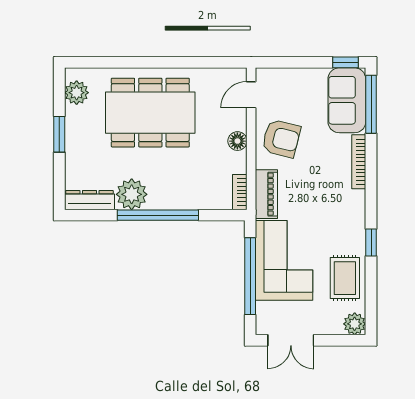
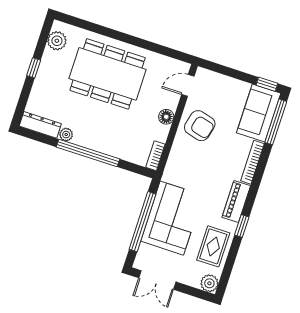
window: (59, 134) -> (34, 68), width x0.67
plant: (132, 194) -> (66, 135), width x0.53, depth x0.53
piano: (266, 194) -> (236, 201), moved, turned 180

